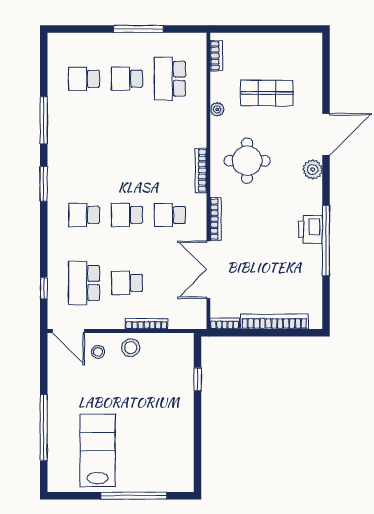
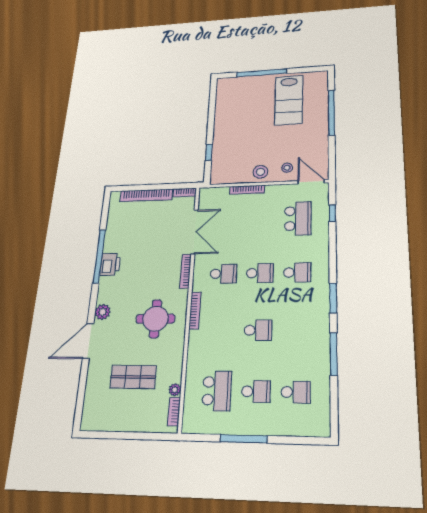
plant: (217, 109) -> (175, 390), moved
school desk: (127, 283) -> (258, 330), moved

